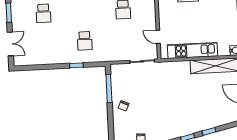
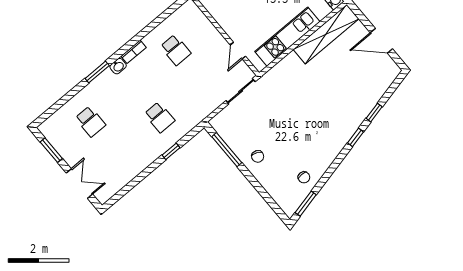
door: (158, 37) -> (238, 51), hinge flipped

